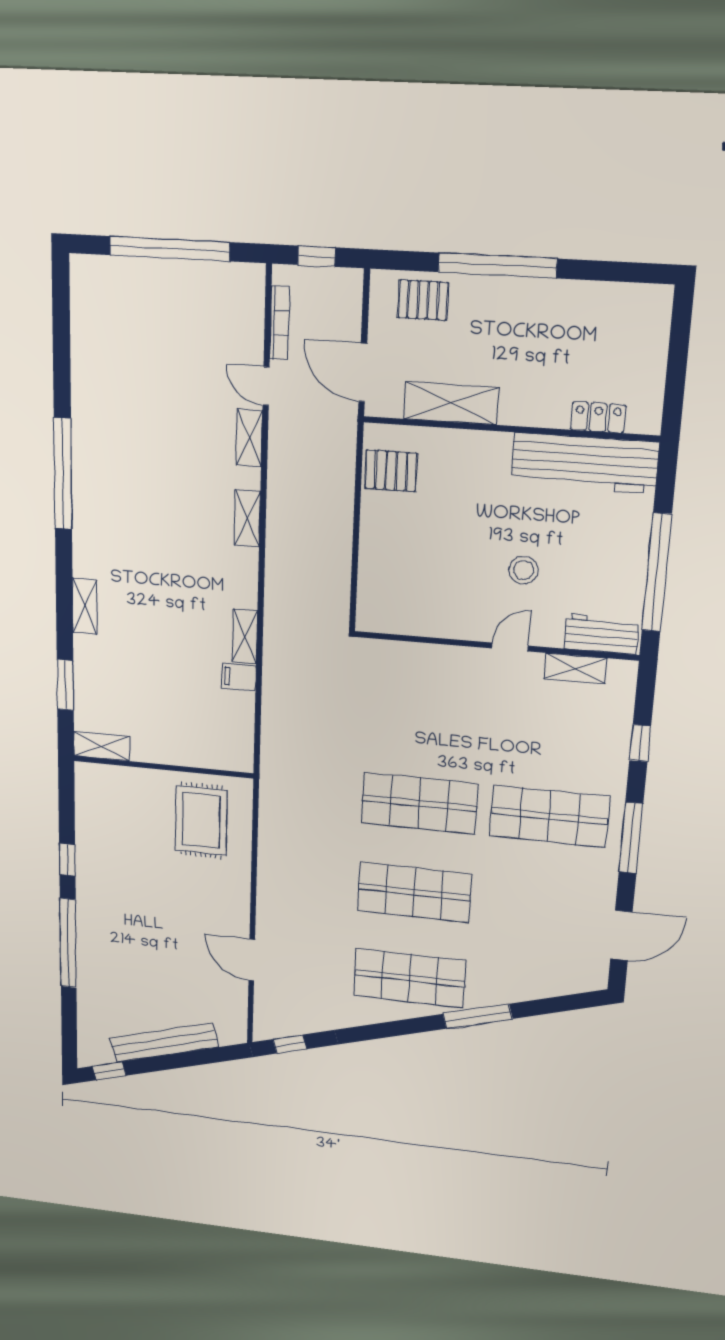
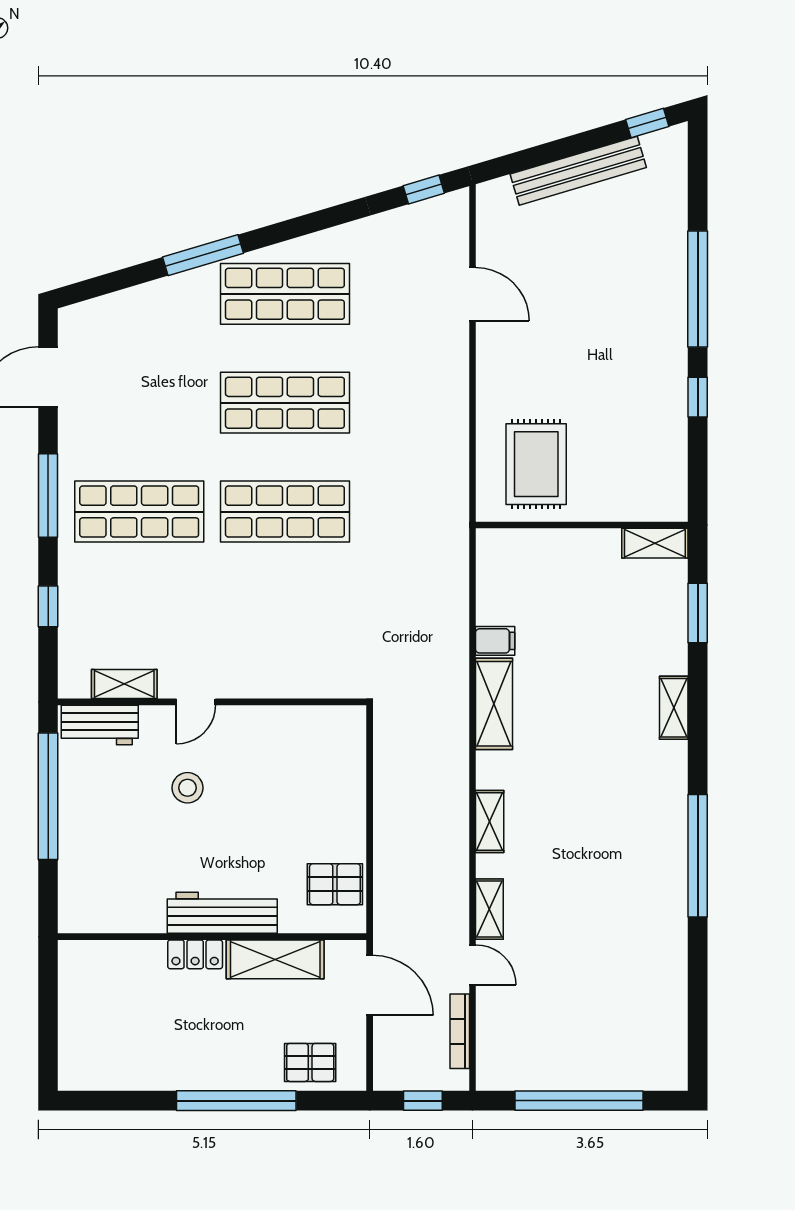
locker: (598, 417) -> (195, 954), moved
workbench: (585, 463) -> (222, 913), moved, width x0.73, depth x0.76
shelving: (245, 636) -> (494, 704), width x1.50, depth x1.33

